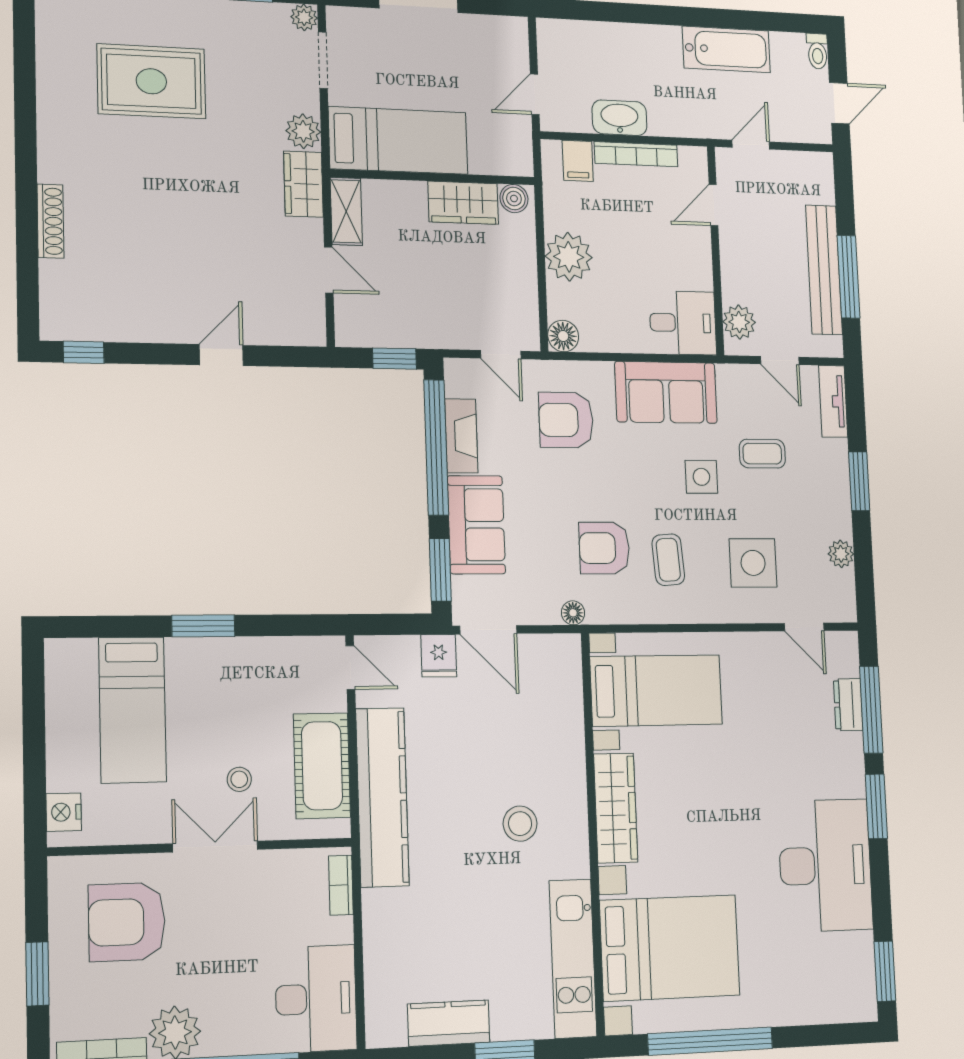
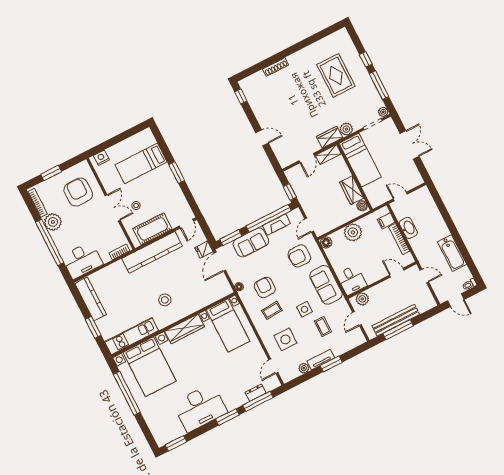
tv unit: (833, 401) -> (321, 360), moved
armchair: (566, 420) -> (299, 256), turned -90
kitchen counter: (449, 1023) -> (91, 299), width x1.50

